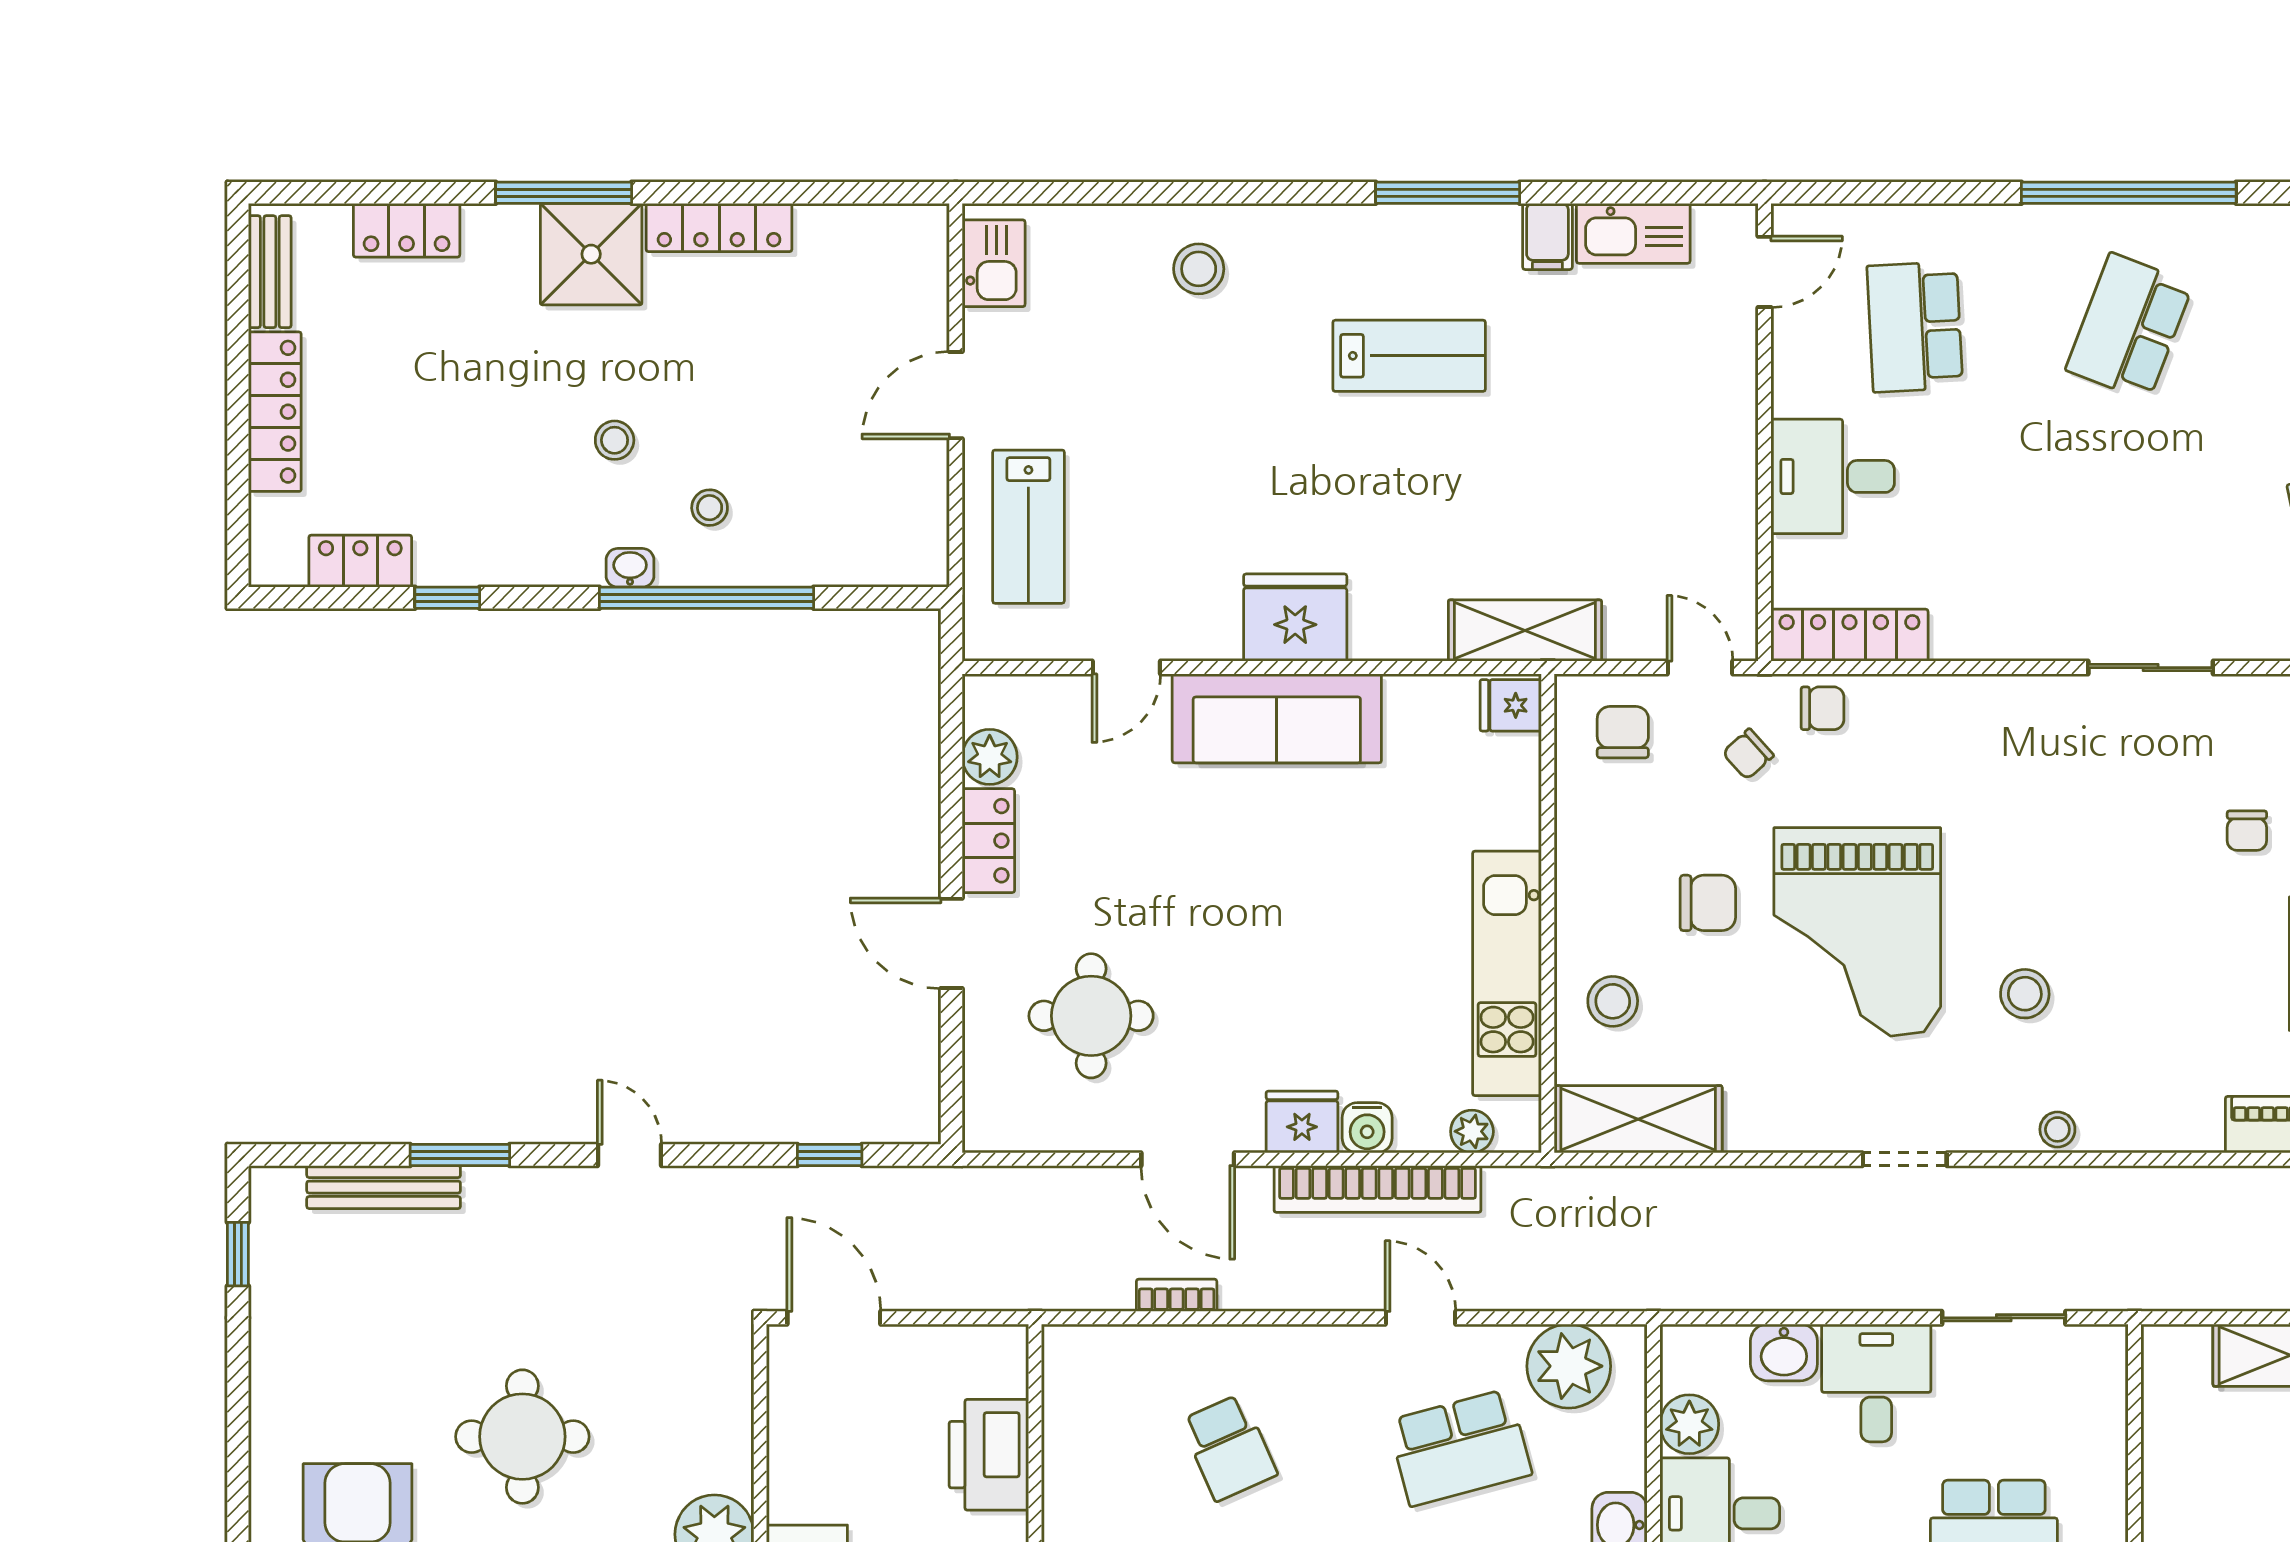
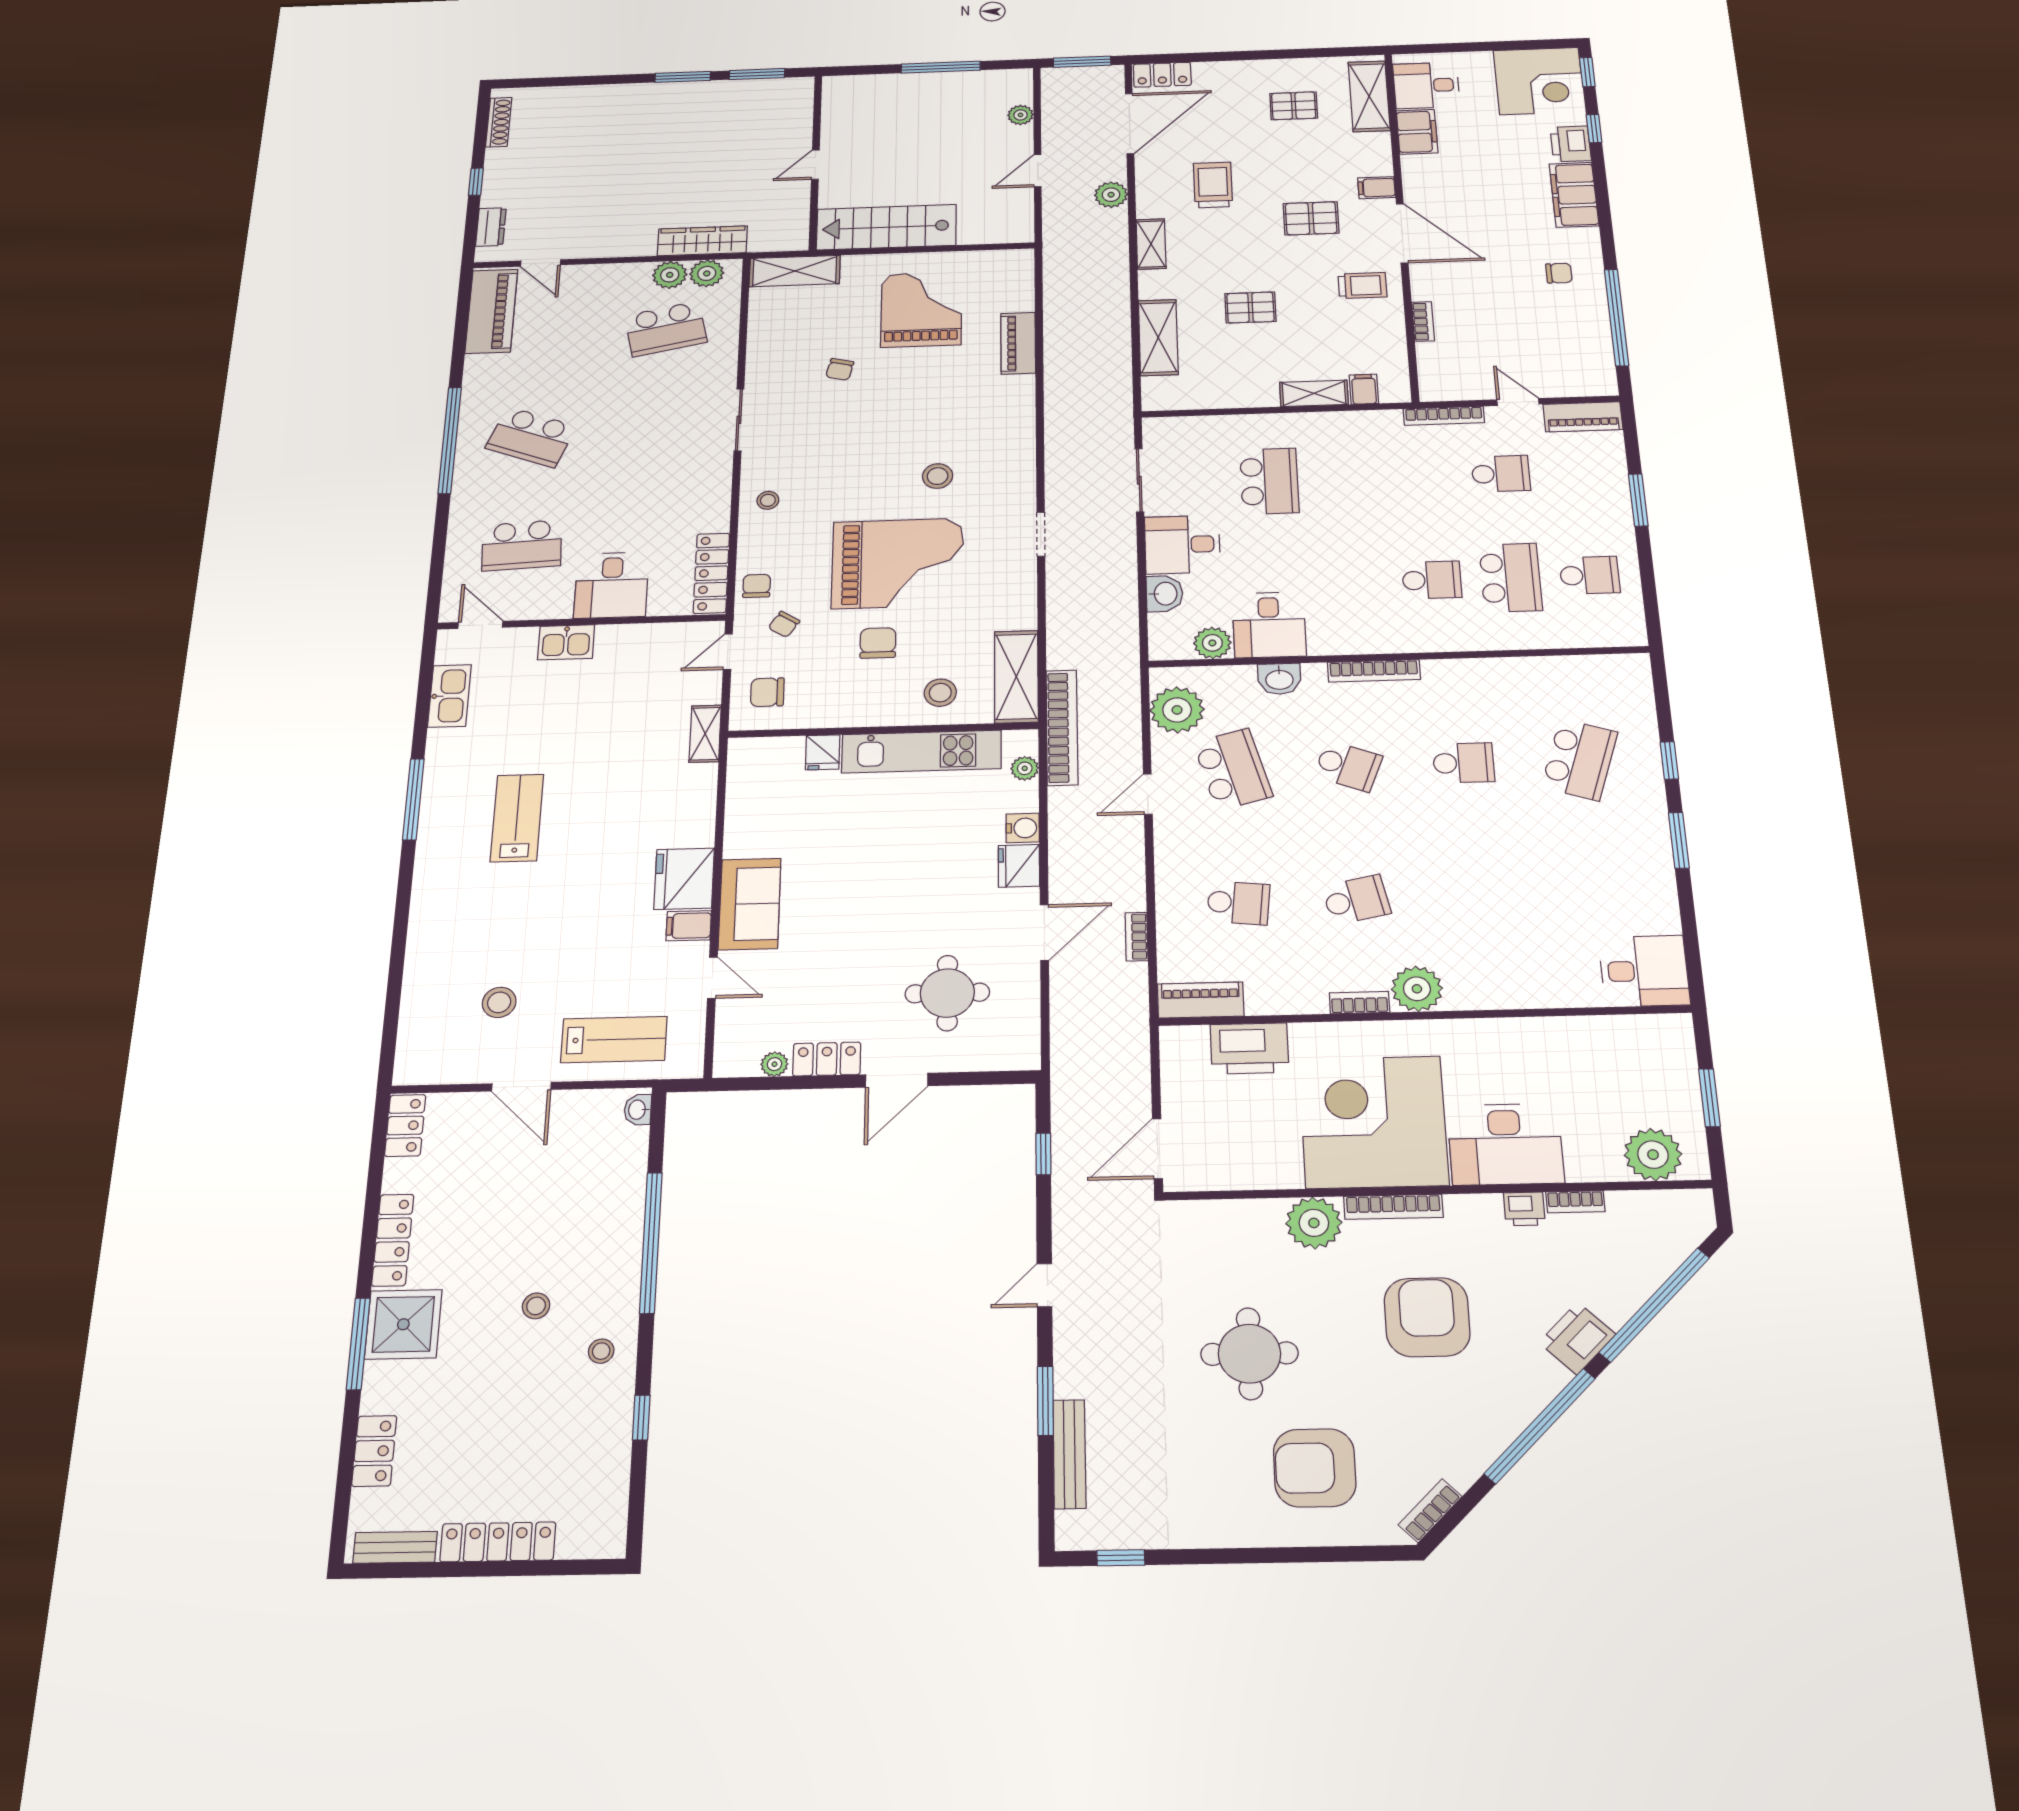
filing cabinet: (1547, 236) -> (689, 926), moved, turned 180
kitchen sink: (994, 263) -> (566, 642), moved, turned 180
stool: (1199, 269) -> (499, 1002), moved
stool: (710, 508) -> (601, 1351), moved
locker: (360, 561) -> (405, 1125), moved, turned 180
washbasin: (630, 568) -> (638, 1110), moved
shelving: (1525, 631) -> (705, 734), width x0.67, depth x0.75
fridge: (1511, 705) -> (823, 752), moved
sofa: (1277, 718) -> (750, 904), width x0.73
chair: (1748, 754) -> (784, 624), turned 75
plant: (990, 757) -> (774, 1064), width x0.73, depth x0.73
chair: (2247, 831) -> (840, 369), turned 103
stool: (2057, 1129) -> (768, 500), moved
bookcase: (1377, 1189) -> (1062, 727), moved
piano: (1069, 1386) -> (1201, 1000), added
school desk: (1229, 1447) -> (1238, 903), turned 30

